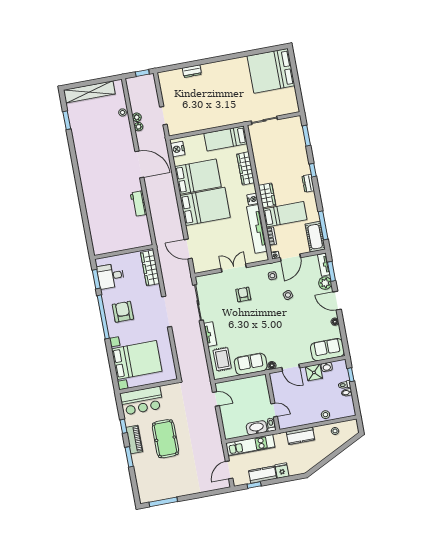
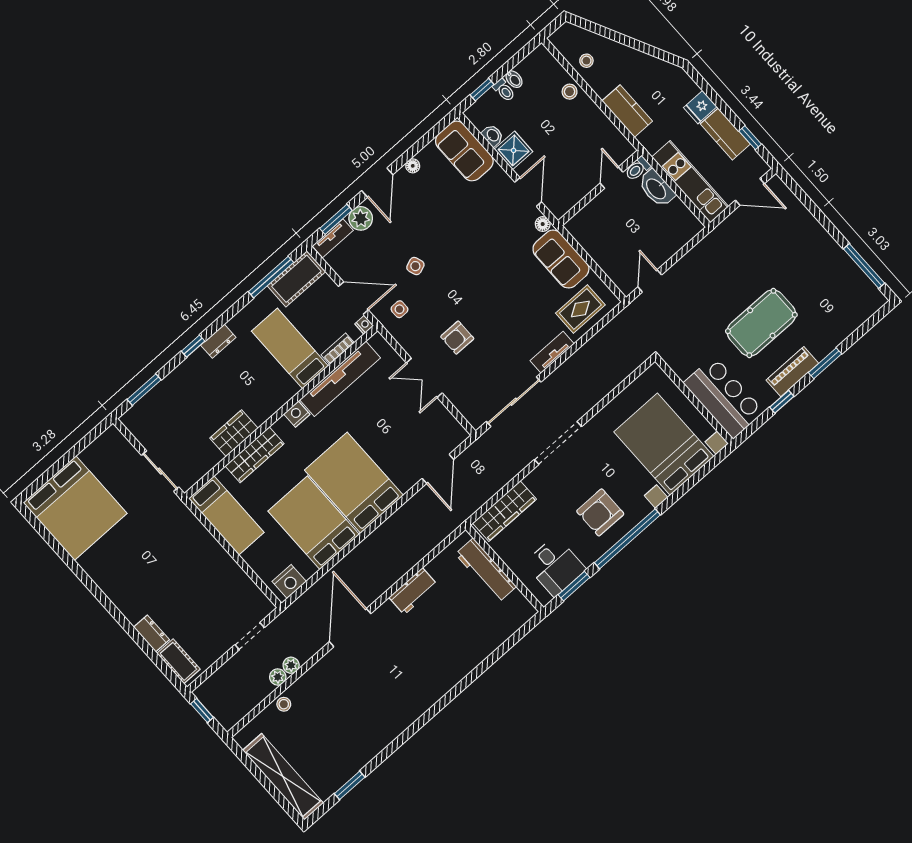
cot: (172, 76) -> (178, 661), added
wardrobe: (267, 195) -> (234, 433), moved
workbench: (128, 243) -> (486, 570), added

